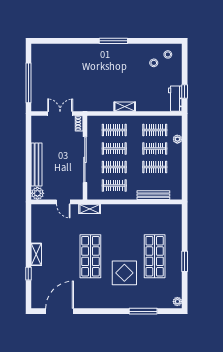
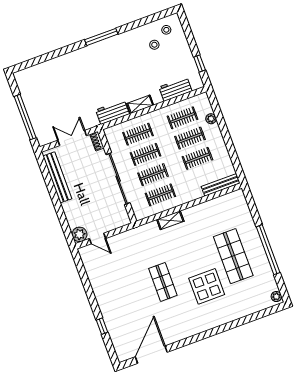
workbench: (175, 99) -> (175, 89), moved, turned 90
workbench: (100, 105) -> (112, 112), added
bench: (37, 165) -> (57, 177), moved
bench: (153, 195) -> (221, 185), moved
door: (63, 202) -> (97, 238), moved
shelving: (90, 209) -> (170, 220), moved
shelving: (36, 254) -> (103, 302), removed
shop shelf: (90, 256) -> (163, 282), width x0.70, depth x0.74
window: (185, 261) -> (268, 250), width x2.11
window: (143, 311) -> (243, 321), removed

